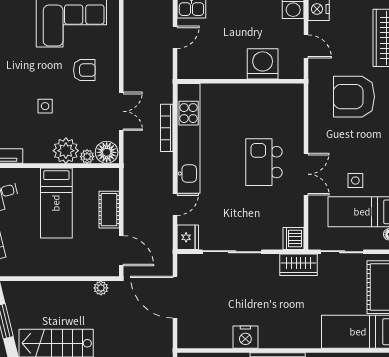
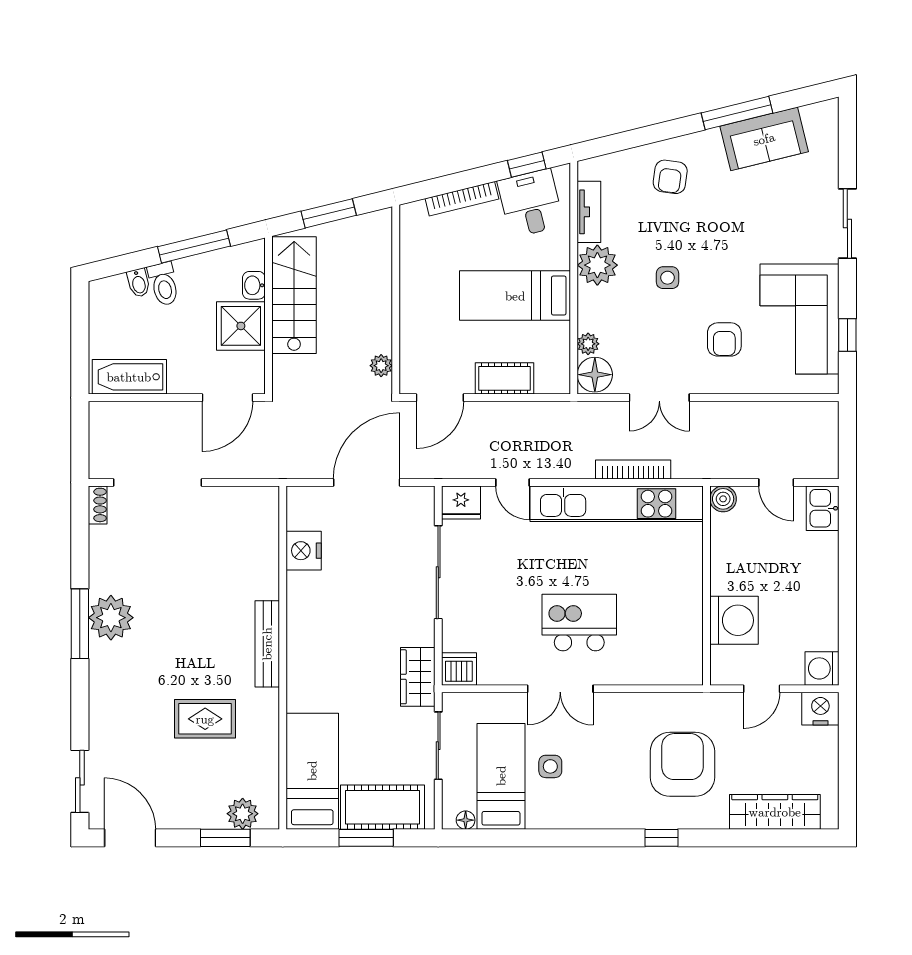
boiler: (186, 71) -> (723, 499), added
plant: (66, 151) -> (597, 265), moved
nightstand: (245, 337) -> (304, 551), moved

